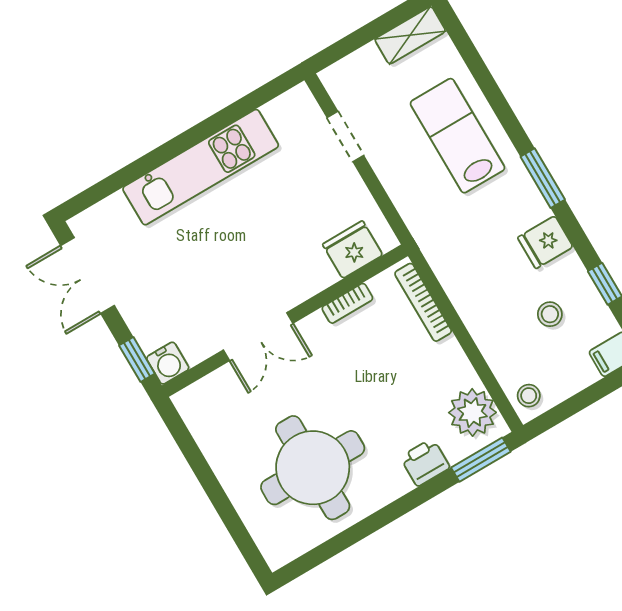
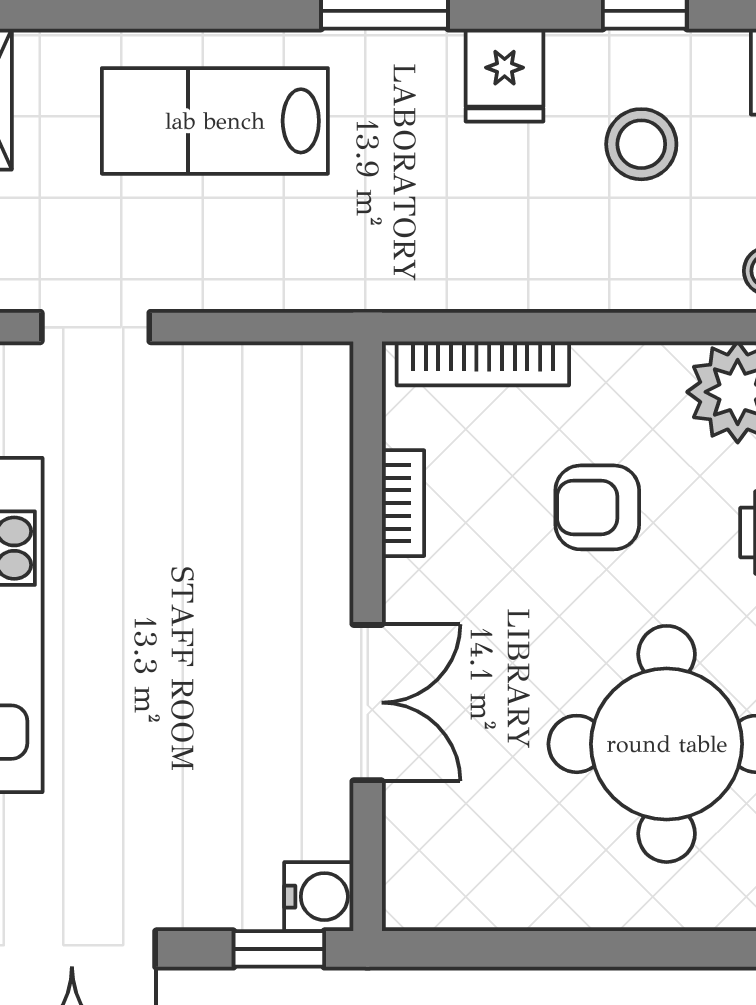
fridge: (353, 250) -> (310, 436), removed
stool: (550, 314) -> (641, 144), width x1.37, depth x1.37
armchair: (392, 383) -> (597, 507), added

